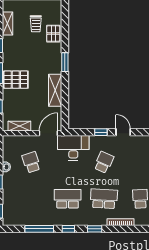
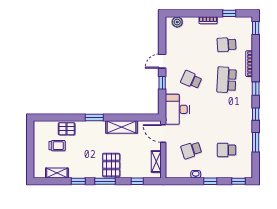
school desk: (68, 199) -> (227, 150), moved, width x0.54
window: (39, 229) -> (256, 142), width x0.69

